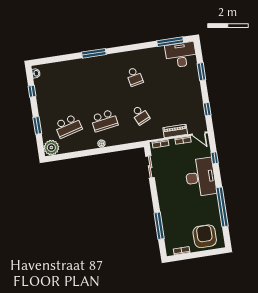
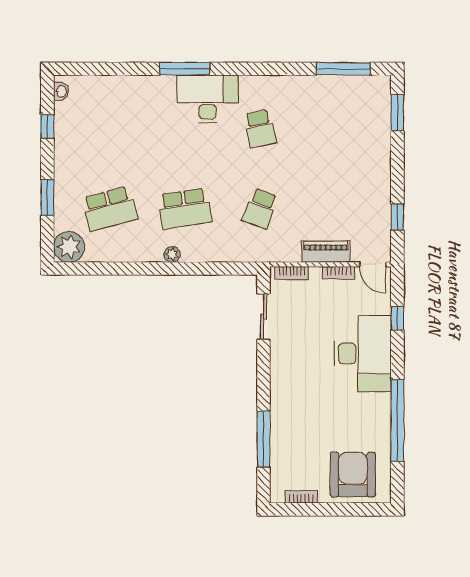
desk: (181, 55) -> (208, 99), moved
window: (201, 72) -> (397, 113), moved
school desk: (140, 115) -> (260, 209), turned 45

